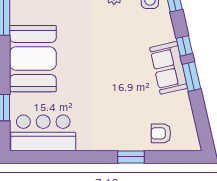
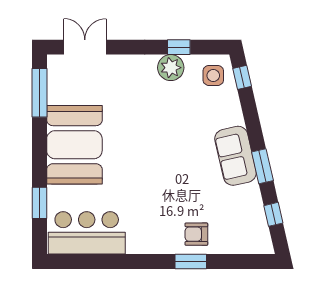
window: (184, 46) -> (273, 214), moved
armchair: (161, 133) -> (196, 234), moved

